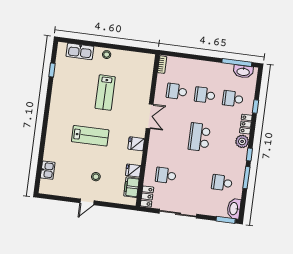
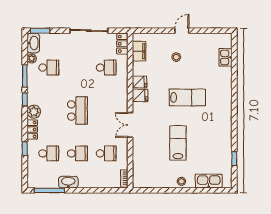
washbasin: (243, 72) -> (68, 182), moved
lab bench: (90, 136) -> (187, 97), turned 180
fridge: (133, 171) -> (140, 82), moved
plant: (237, 194) -> (32, 59), added

